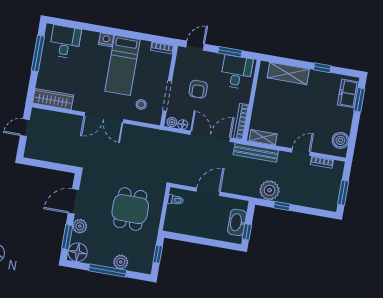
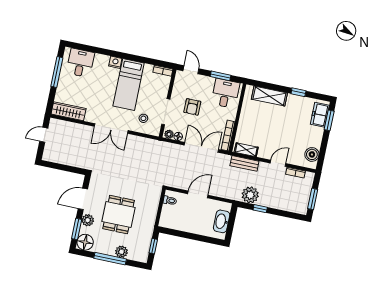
door: (195, 46) -> (191, 70), hinge flipped
bench: (256, 153) -> (244, 163), width x0.73
dining table: (130, 209) -> (119, 215), moved
window: (247, 232) -> (230, 230), removed

